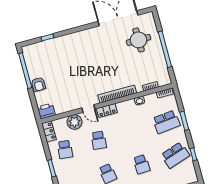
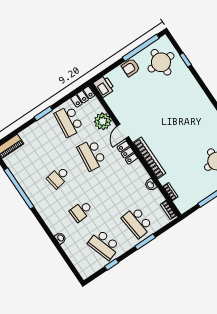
round table: (43, 58) -> (161, 62), added
school desk: (99, 140) -> (92, 155), width x1.85
school desk: (65, 149) -> (69, 121), width x1.85

